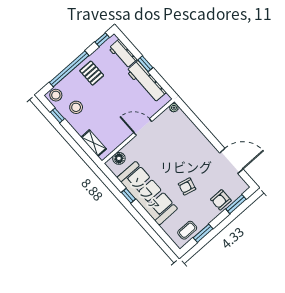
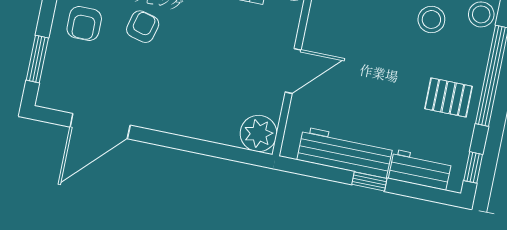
plant: (174, 108) -> (259, 133), width x1.88, depth x1.88
armchair: (221, 200) -> (84, 23), moved, turned 180

